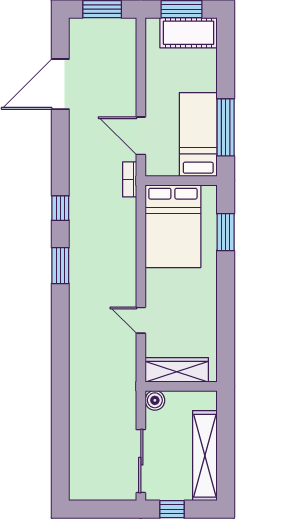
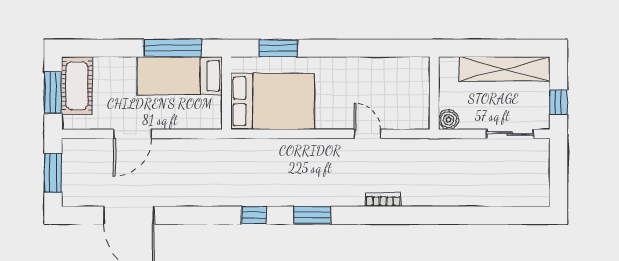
door: (141, 136) -> (133, 134), moved
bookcase: (130, 179) -> (383, 200), moved, turned 180
door: (141, 320) -> (367, 134), swing flipped
wardrobe: (177, 370) -> (418, 98), removed
sliding door: (141, 461) -> (510, 134), width x0.73

